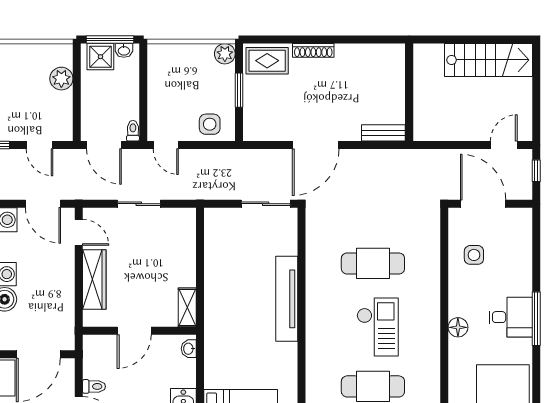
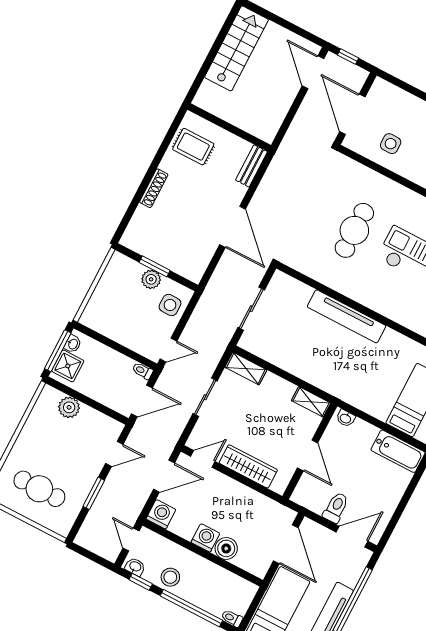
plant: (225, 54) -> (151, 279), moved
rug: (267, 61) -> (193, 147), moved, turned 90
door: (504, 145) -> (313, 72), width x1.37
sliding door: (266, 204) -> (251, 309), moved
door: (483, 204) -> (352, 114), hinge flipped
shelving: (187, 228) -> (246, 369), added
toilet: (94, 386) -> (336, 508), width x1.37, depth x1.39

